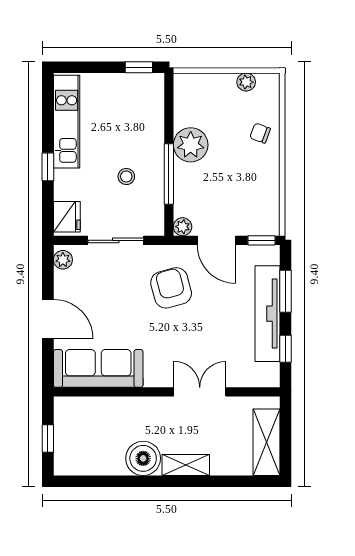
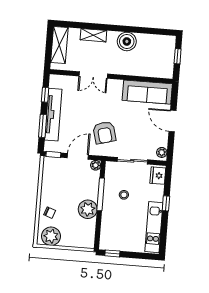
plant: (246, 82) -> (51, 236), width x1.88, depth x1.88
door: (216, 240) -> (78, 156), hinge flipped
shelving: (186, 465) -> (93, 35), moved

